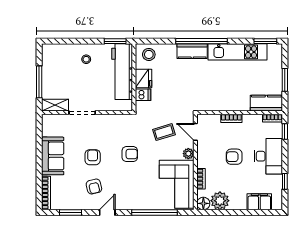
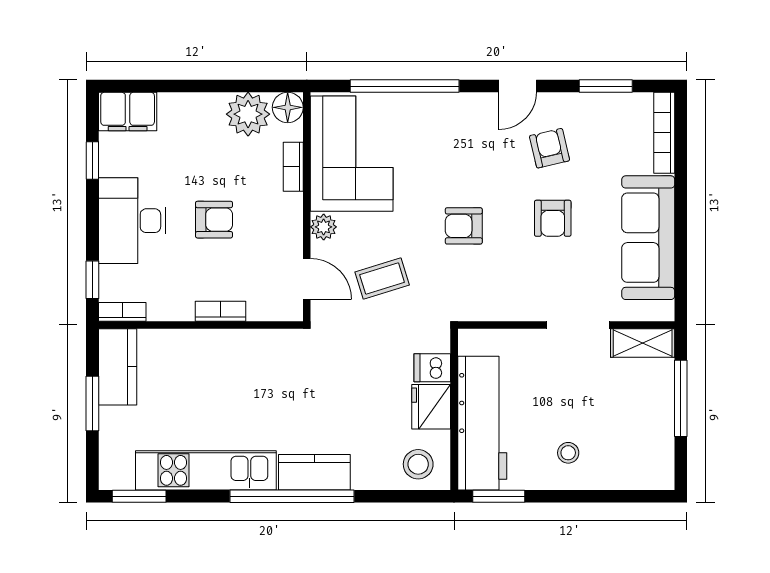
kitchen counter: (266, 103) -> (118, 367), moved, turned -90
sofa: (53, 156) -> (648, 238), width x1.36
filing cabinet: (259, 202) -> (128, 112), moved

